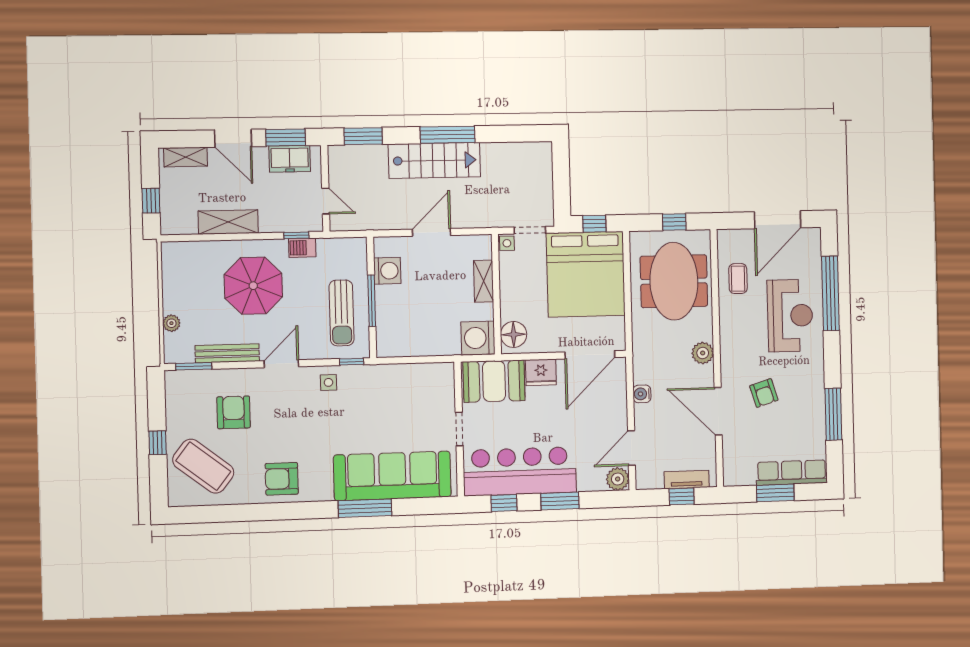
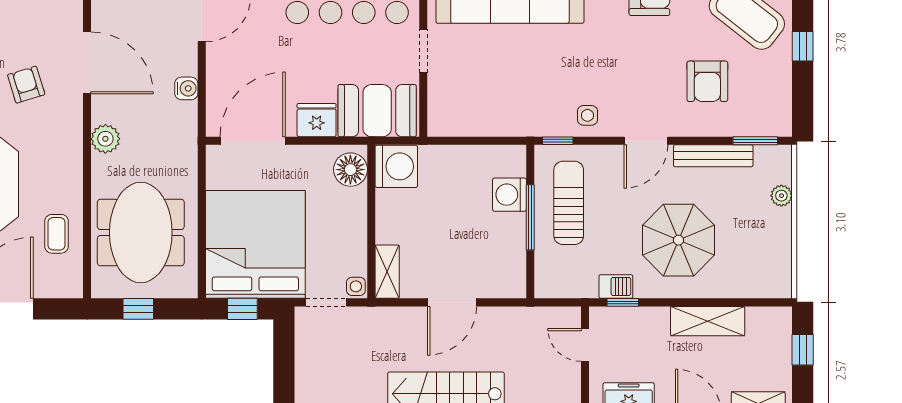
washing machine: (387, 271) -> (509, 195), moved
shelving: (484, 281) -> (387, 272), moved

